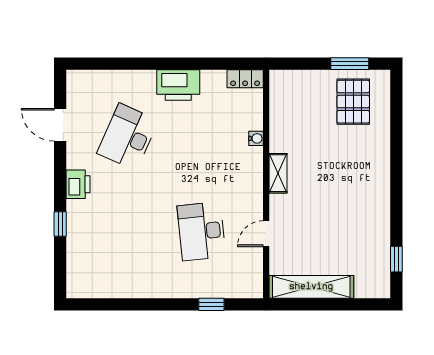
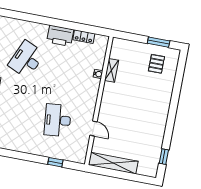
locker: (245, 79) -> (84, 37), moved
pallet: (353, 102) -> (156, 64), width x0.67, depth x0.71
shelving: (278, 173) -> (112, 70), moved
door: (266, 234) -> (94, 128), swing flipped

